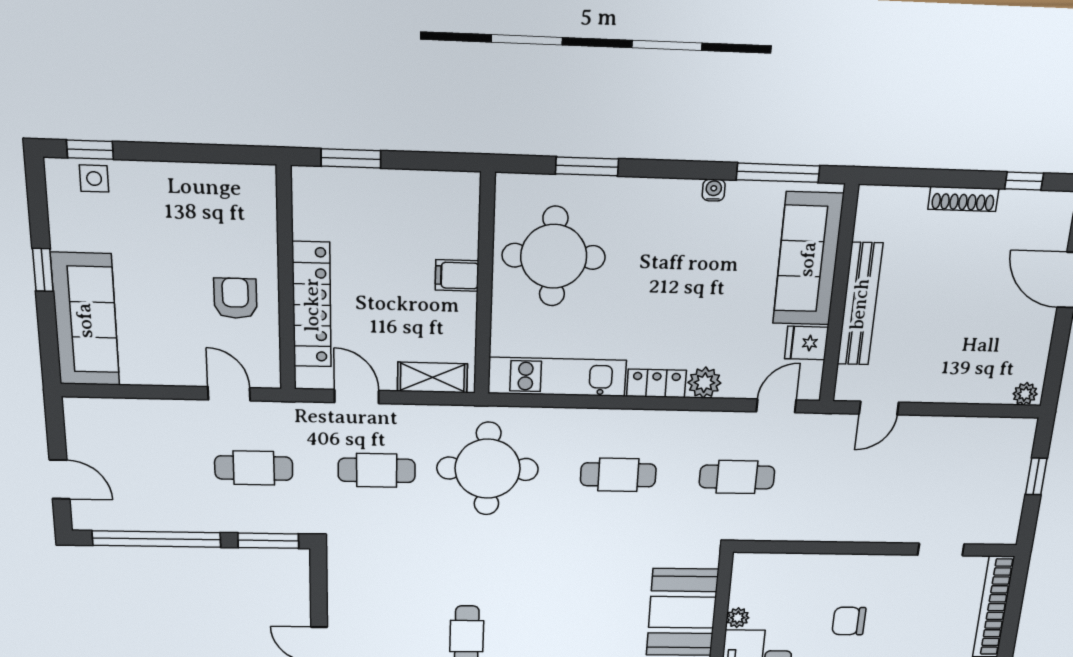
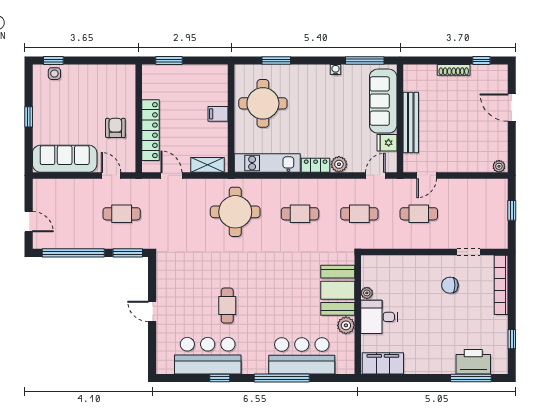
sofa: (85, 320) -> (65, 159), moved, turned -90
cafe table: (377, 470) -> (419, 214), moved
chair: (849, 621) -> (450, 285), moved

